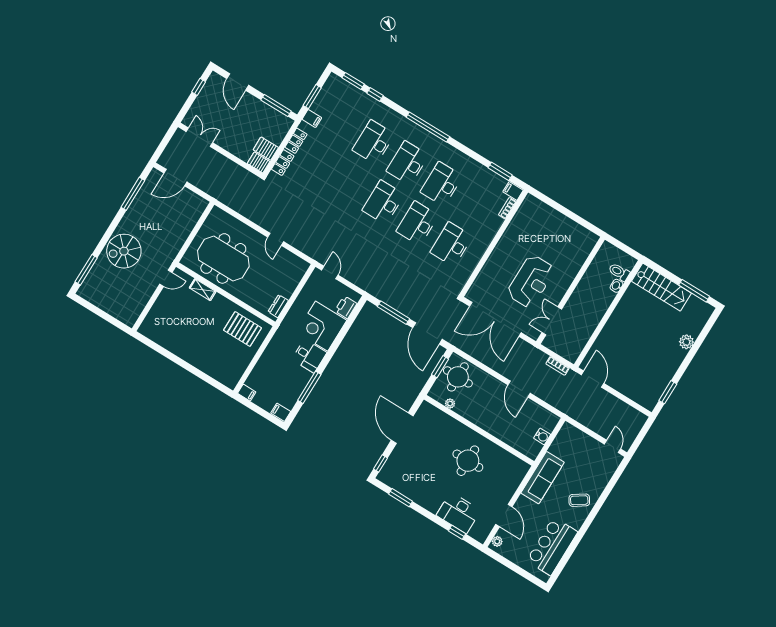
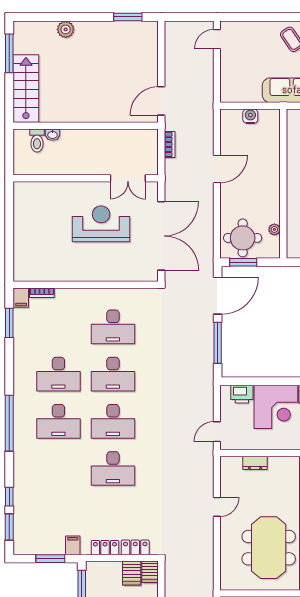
desk: (373, 142) -> (113, 469), moved
dresser: (278, 306) -> (255, 463), moved

